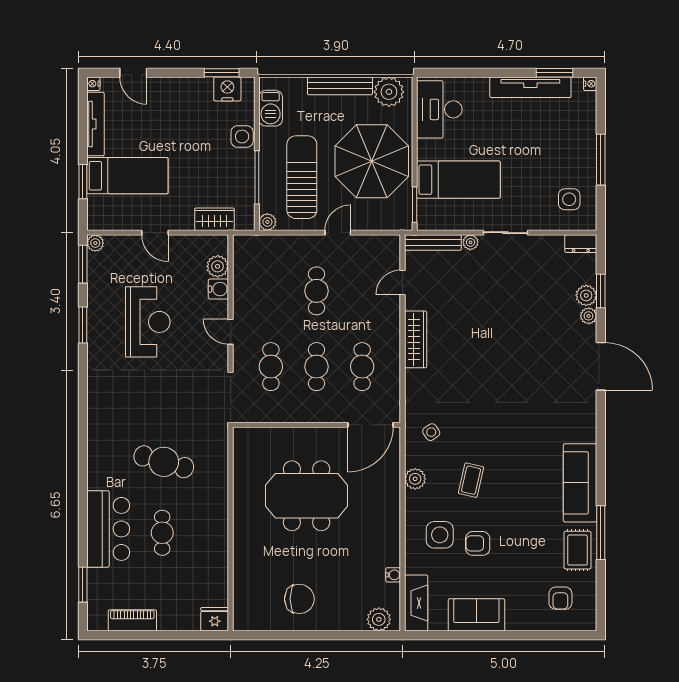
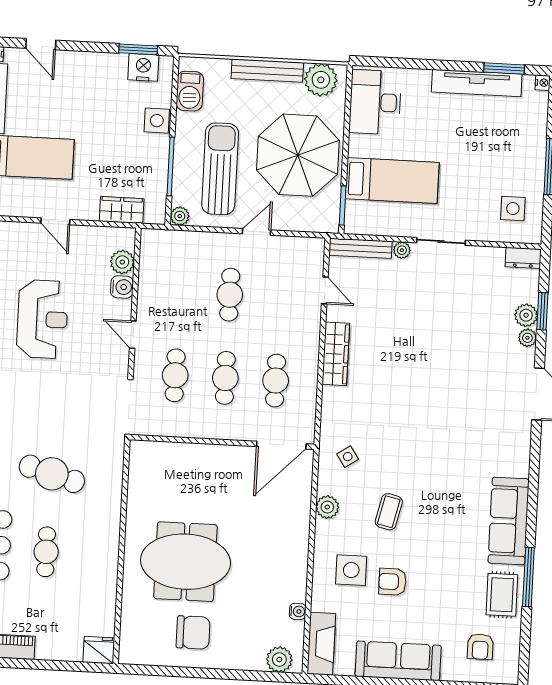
door: (403, 282) -> (325, 290), swing flipped
meeting table: (307, 496) -> (185, 562), moved
sofa: (476, 615) -> (398, 661), width x1.36

